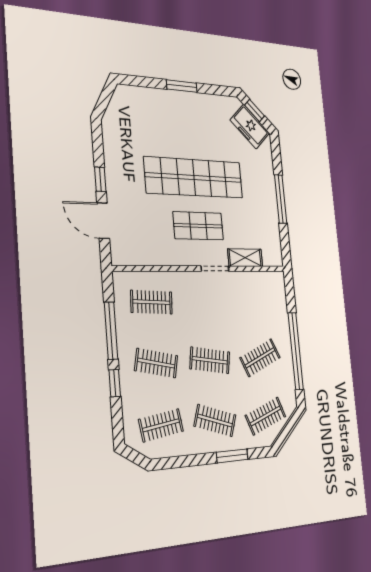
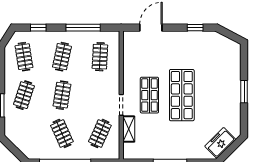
window: (255, 111) -> (232, 148), removed
shop shelf: (194, 178) -> (182, 95), width x0.71
window: (100, 179) -> (195, 28), moved
window: (115, 383) -> (38, 28), moved
clothes rail: (266, 416) -> (100, 133), moved, turned 45

